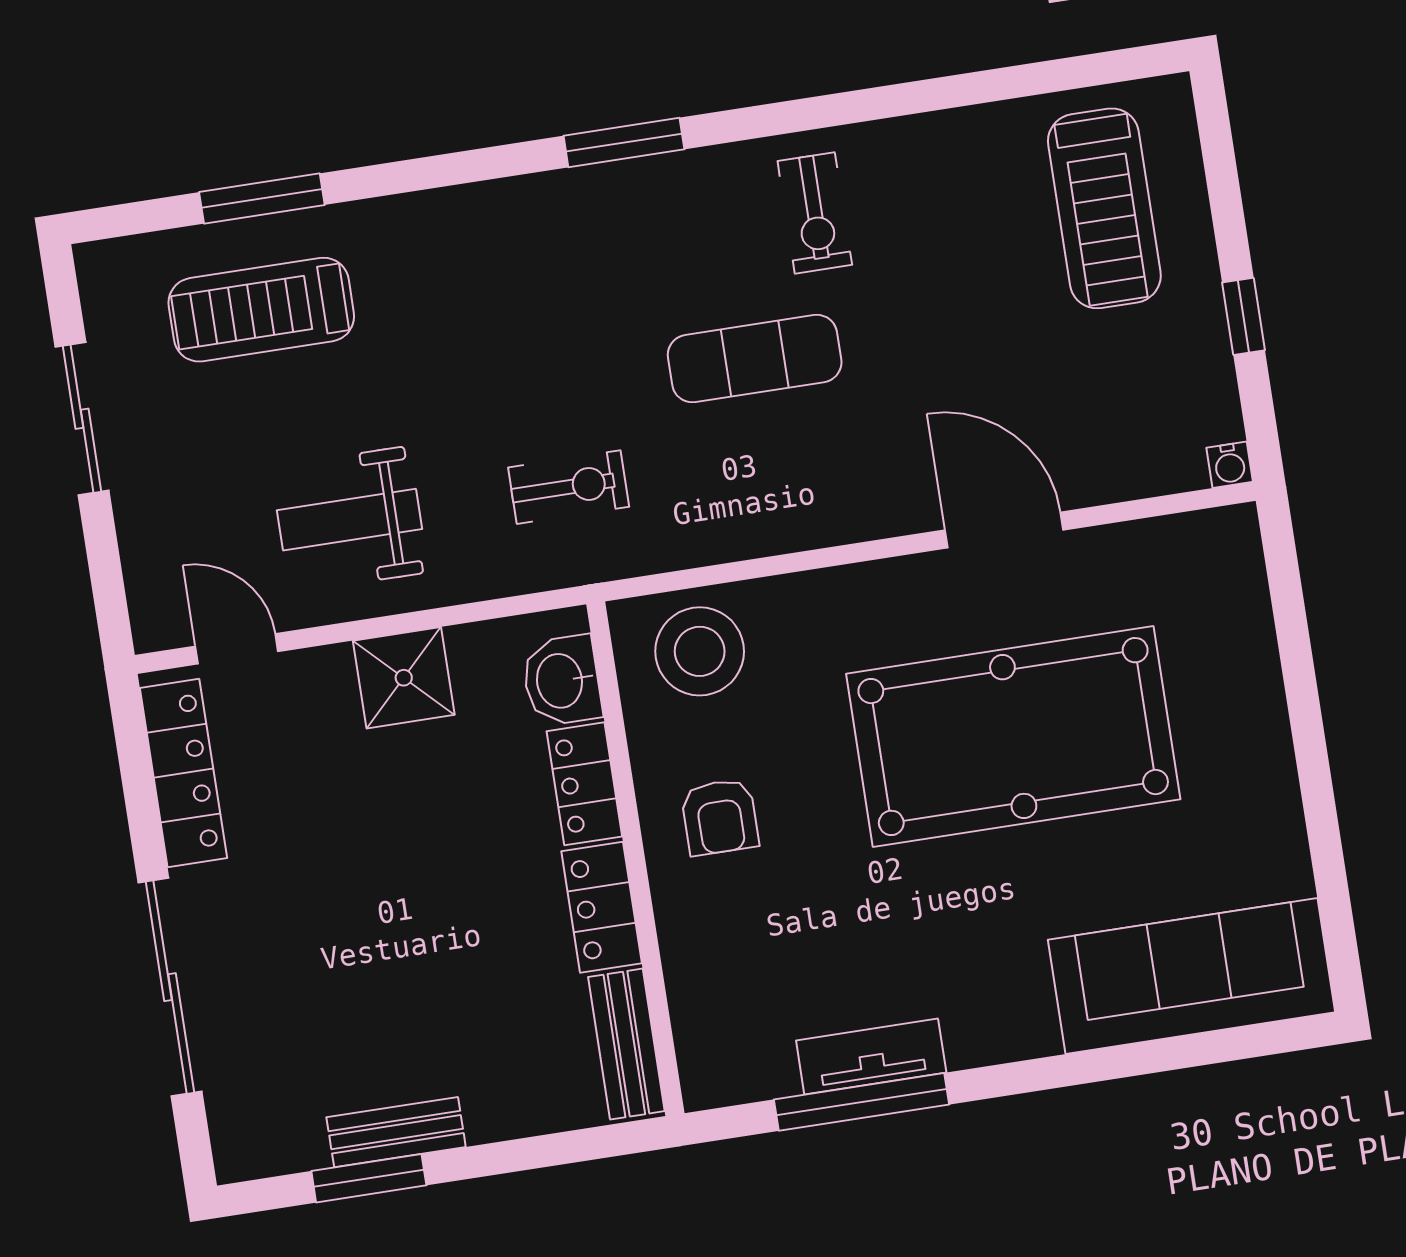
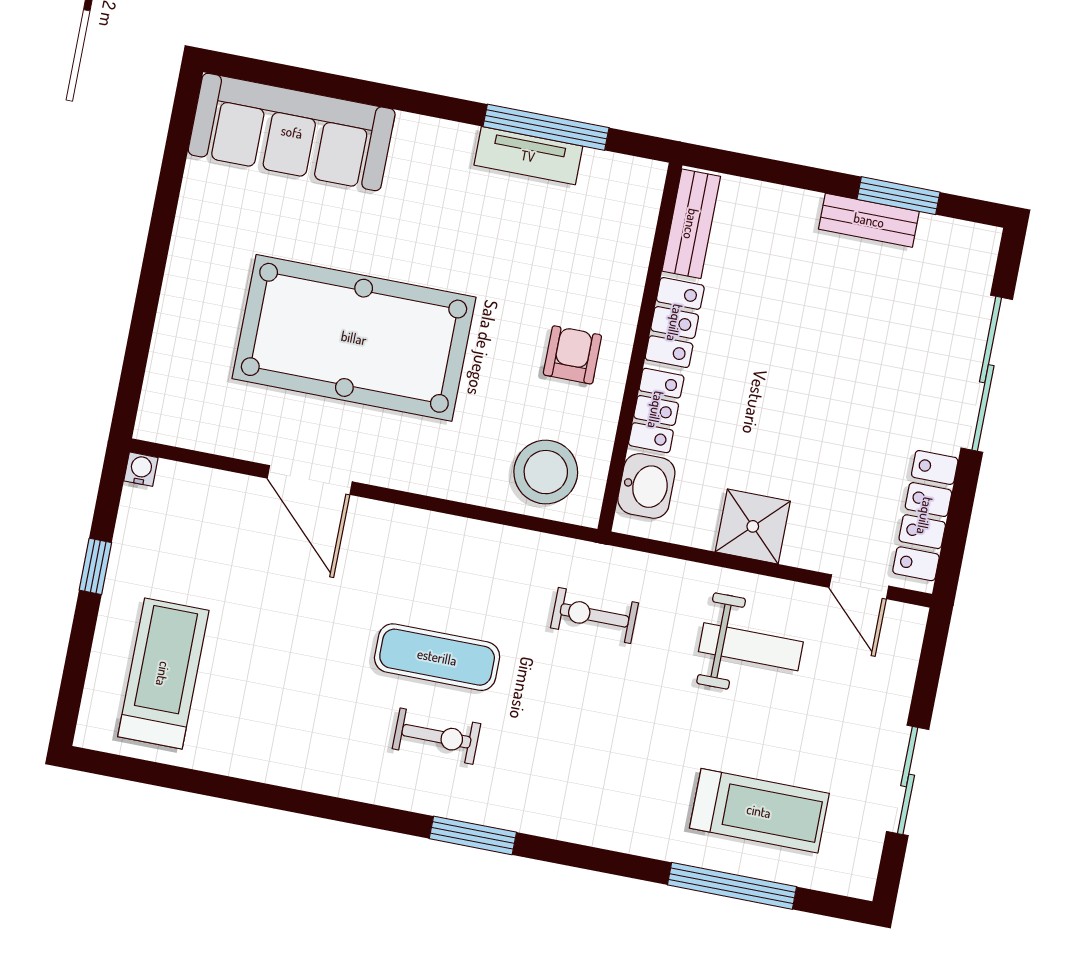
window: (262, 199) -> (732, 886), width x1.44
exercise bike: (815, 213) -> (436, 736), moved, turned 90

